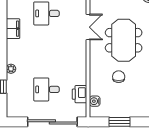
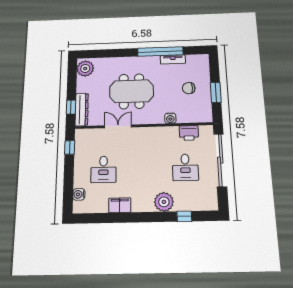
plant: (11, 69) -> (164, 202), width x1.88, depth x1.88
chair: (119, 77) -> (189, 88), moved
water cooler: (95, 101) -> (170, 118), moved

